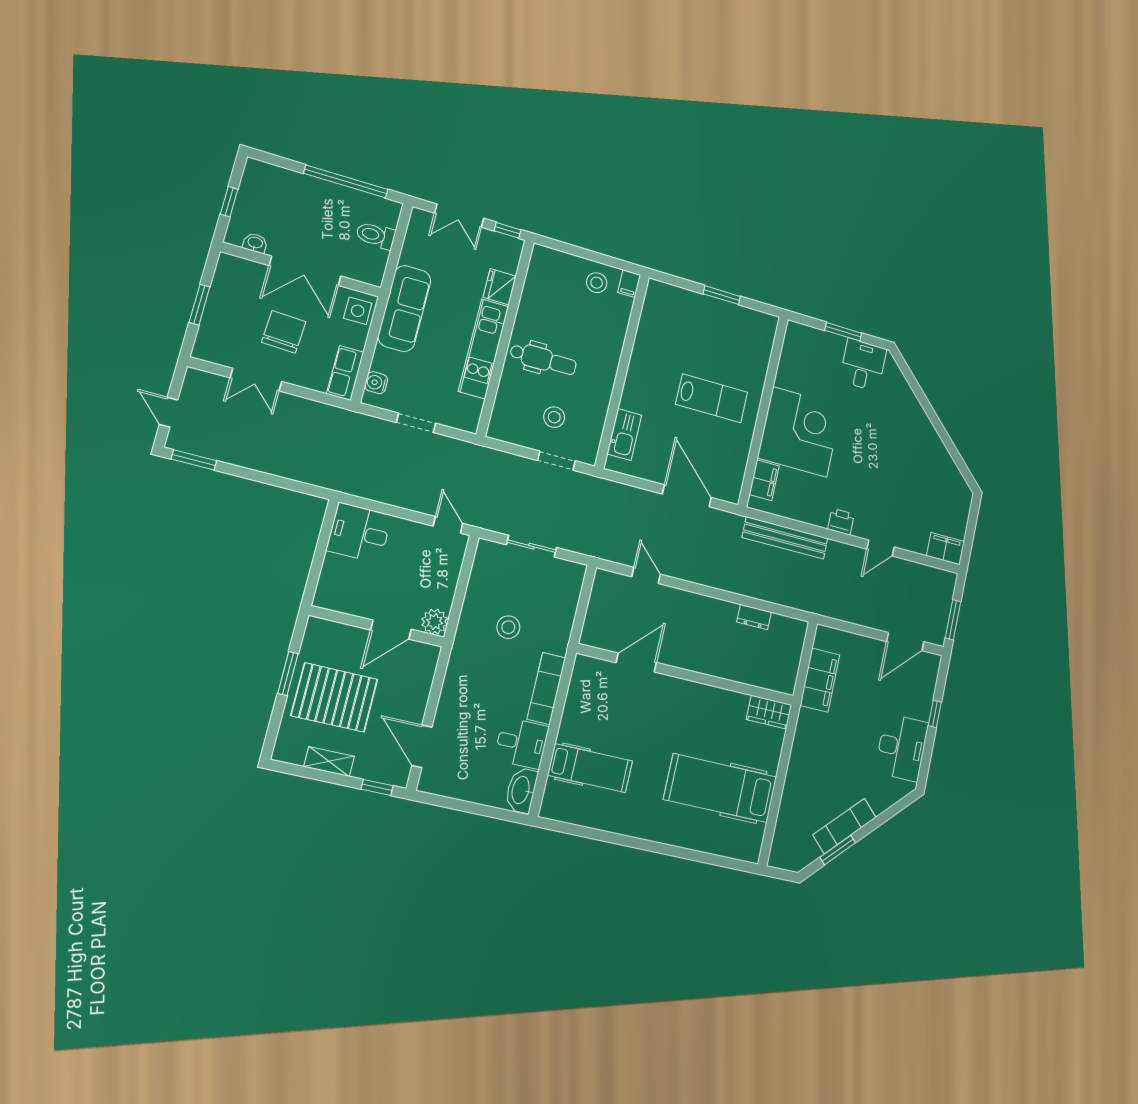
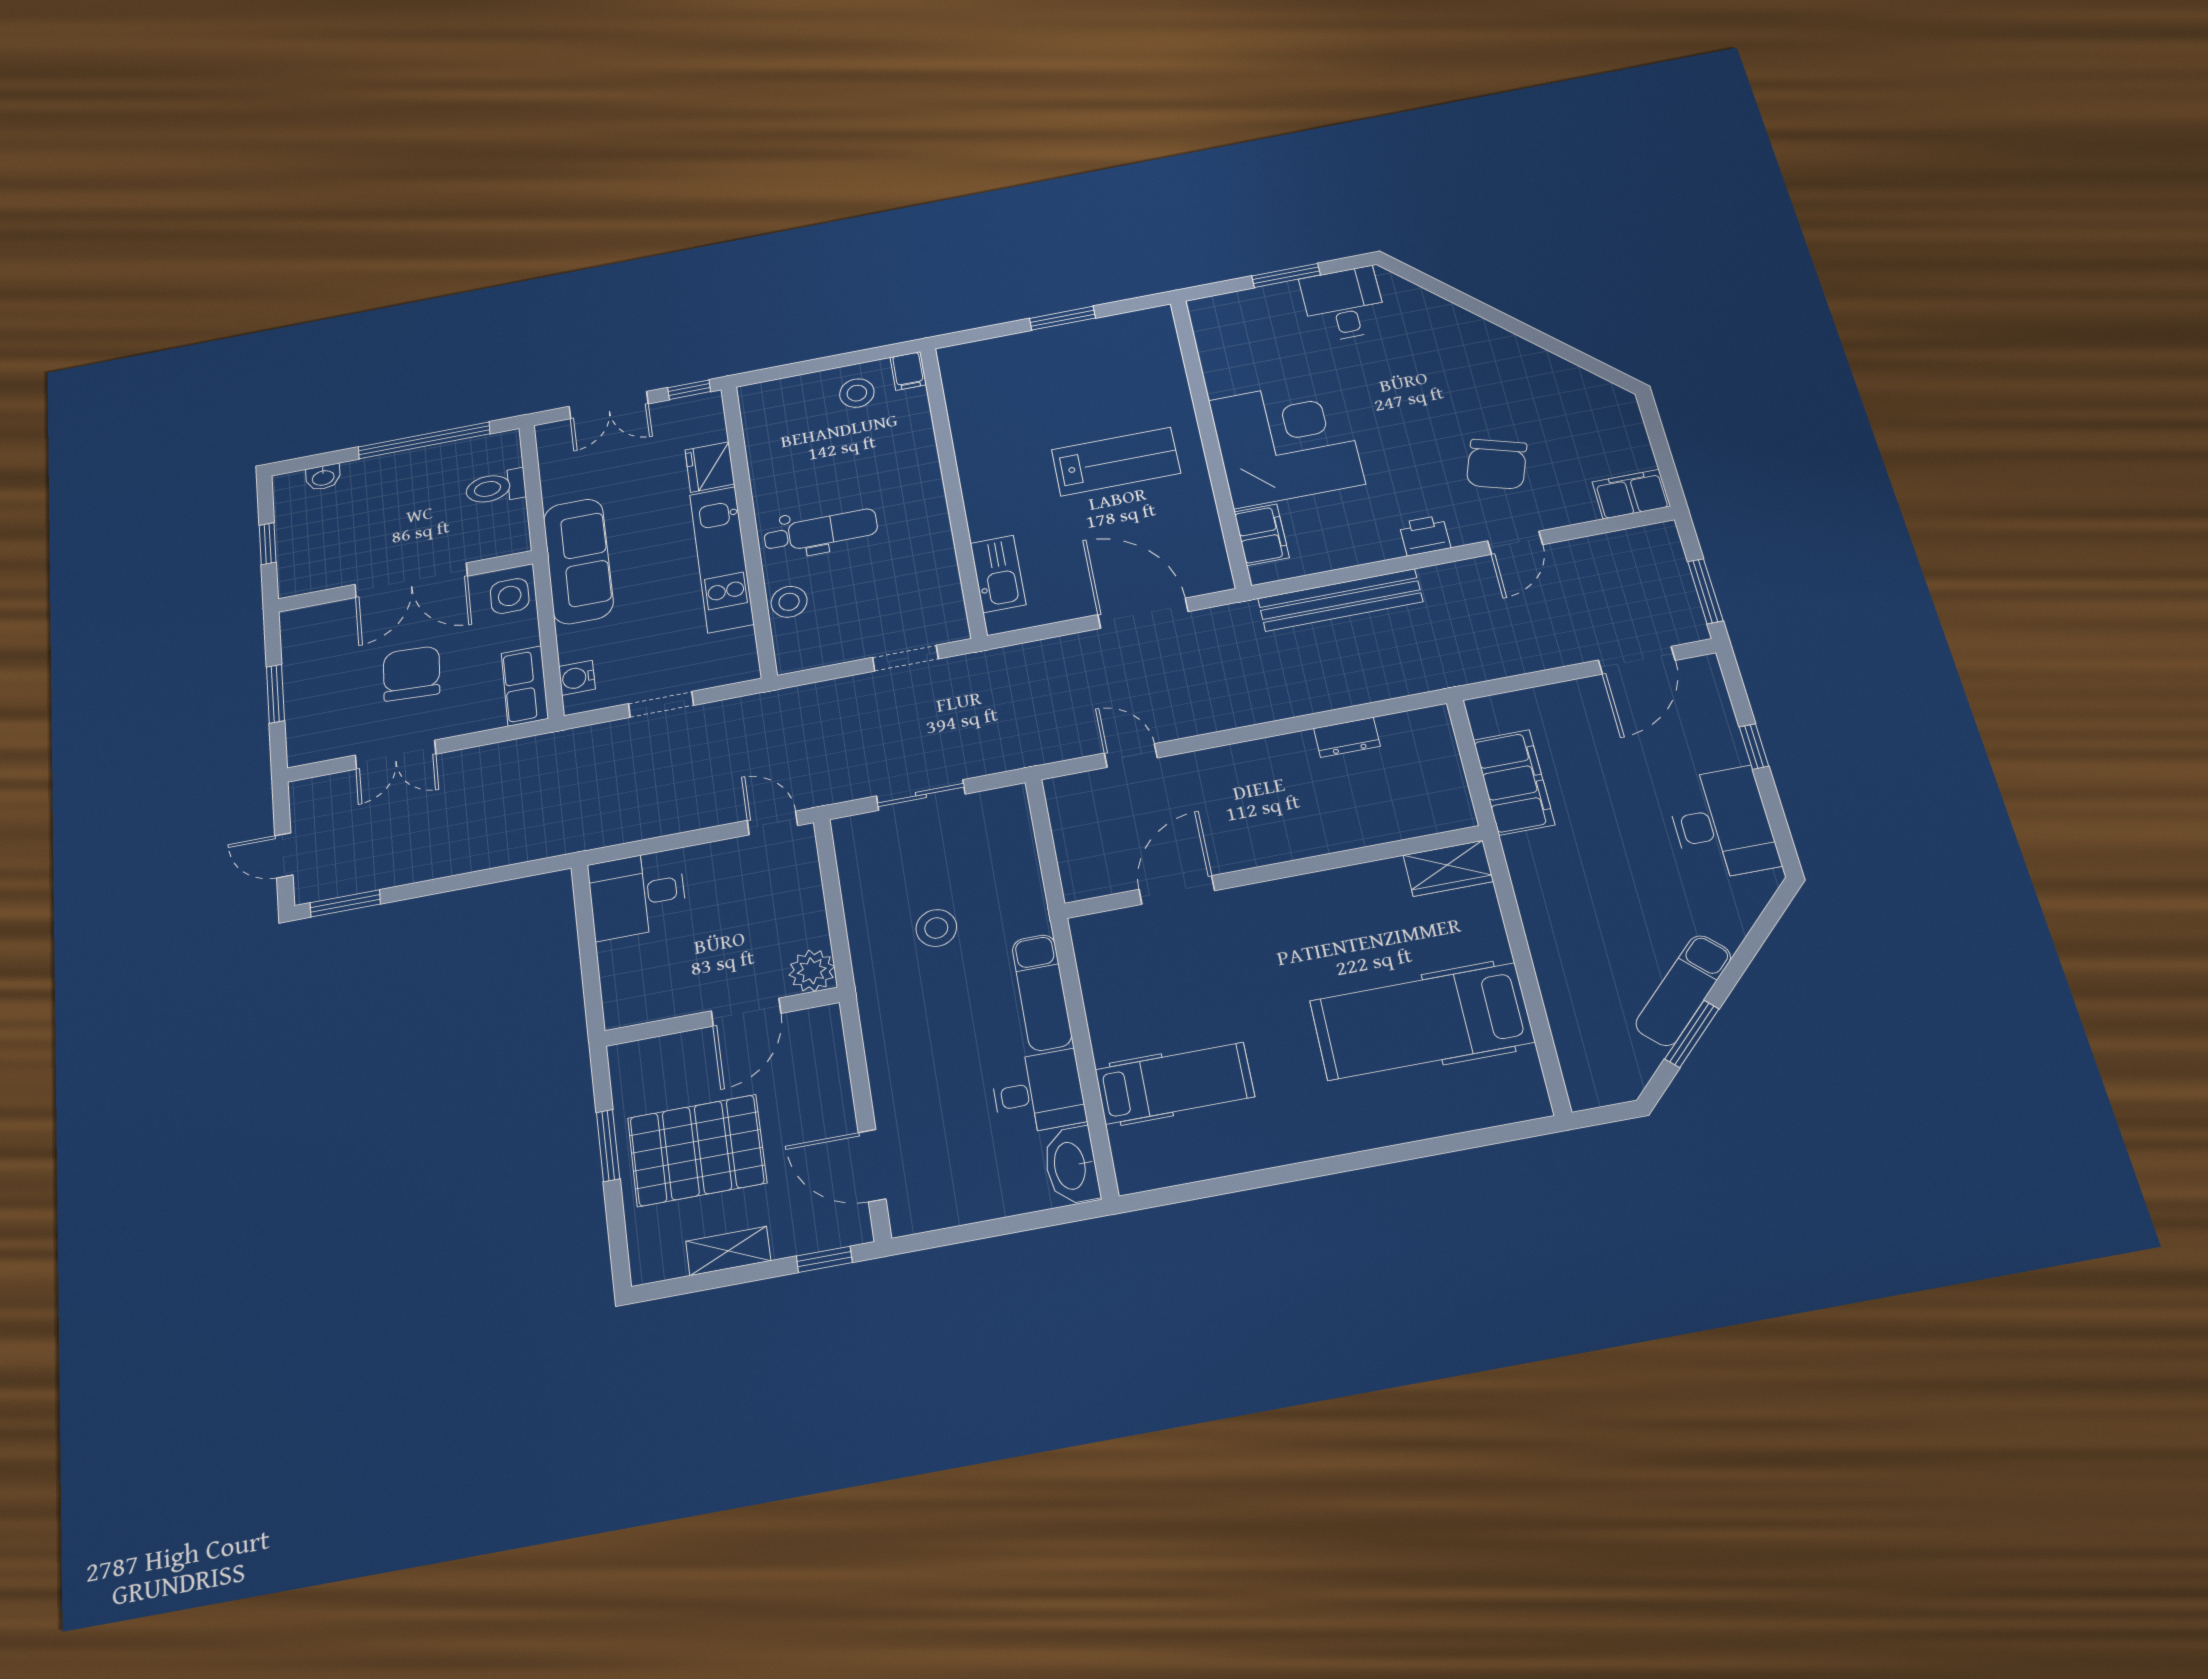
washbasin: (255, 243) -> (323, 477), moved, turned 180
stool: (554, 417) -> (789, 602), moved
chair: (892, 499) -> (1497, 464), added

